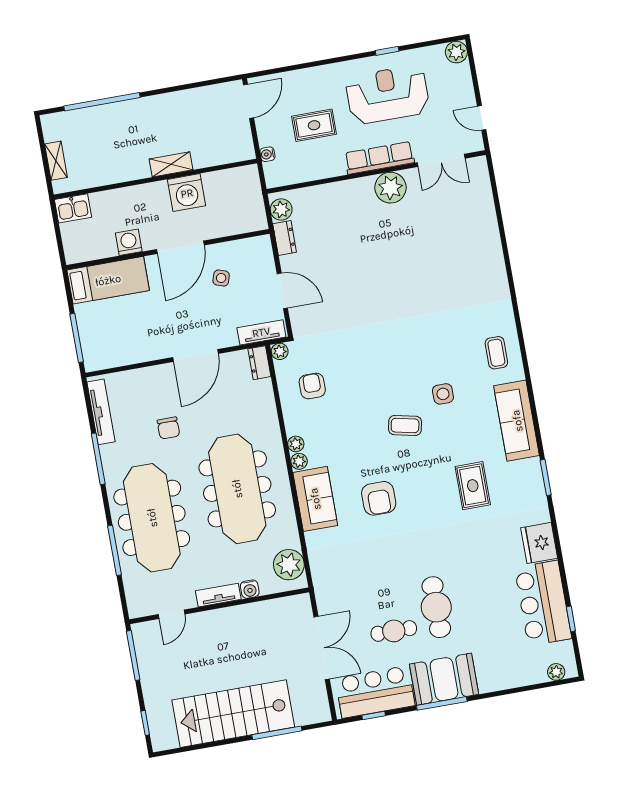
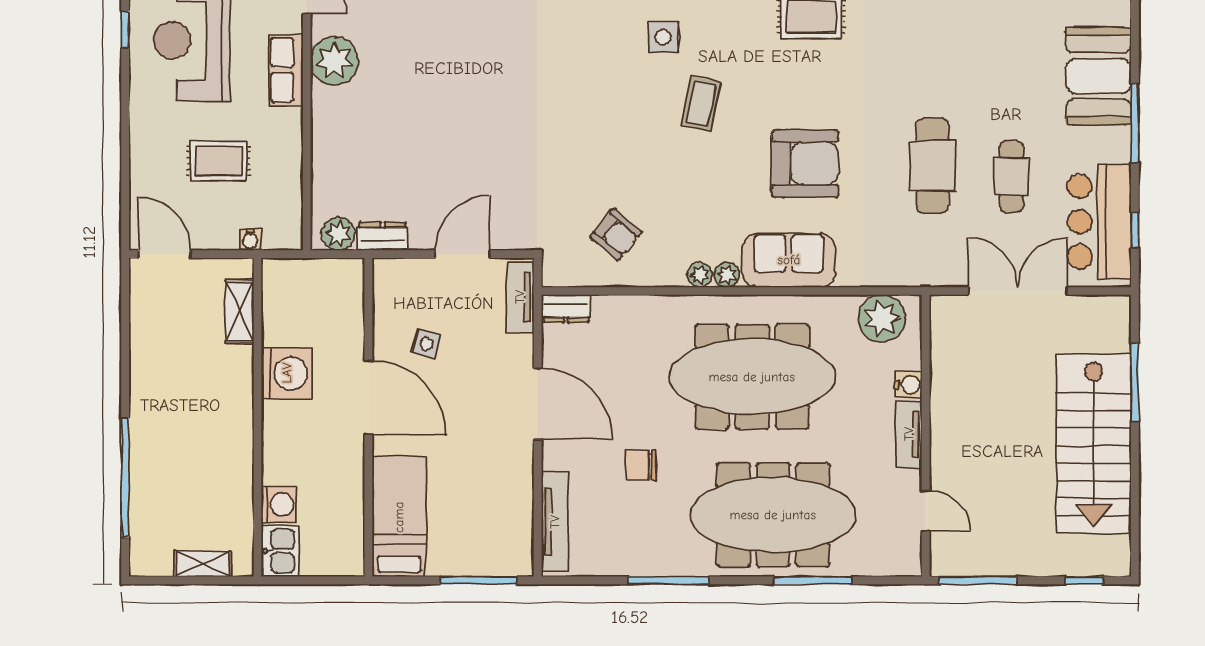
rug: (314, 125) -> (219, 161), turned 90
row of seats: (379, 158) -> (286, 70), width x0.68
shelving: (171, 164) -> (240, 312), moved
washing machine: (129, 242) -> (279, 505), moved, turned 180
plant: (280, 351) -> (554, 275), removed
armchair: (312, 386) -> (616, 234), turned -140
tv unit: (101, 412) -> (555, 522), moved, turned 90
chair: (168, 428) -> (641, 465), turned 180
armchair: (379, 498) -> (805, 163), width x1.36, depth x1.36
cafe table: (436, 607) -> (932, 166), moved, turned 90
booth: (444, 679) -> (1099, 76), moved

